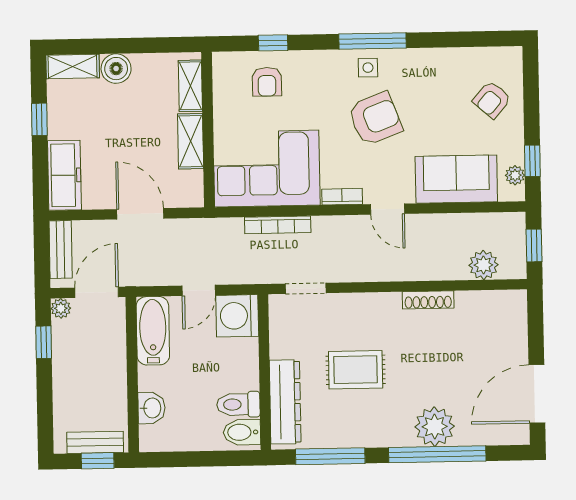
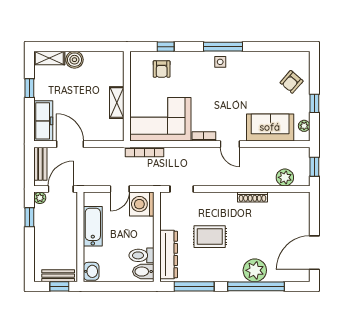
shelving: (190, 86) -> (117, 70), removed
armchair: (375, 119) -> (224, 92), removed
window: (532, 161) -> (314, 103), moved
door: (140, 214) -> (70, 144), moved
bookcase: (278, 225) -> (145, 152), moved
bathtub: (153, 331) -> (93, 226), moved
washbasin: (152, 408) -> (91, 271), moved

